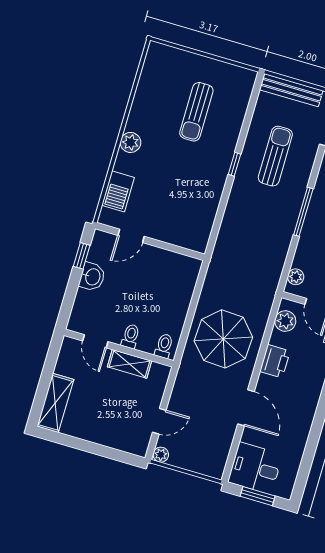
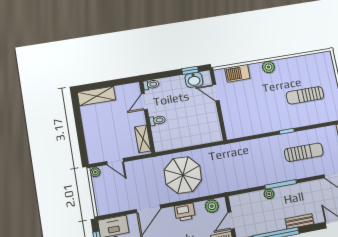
washbasin: (92, 277) -> (194, 80), moved
plant: (296, 277) -> (269, 194), moved
toilet: (164, 346) -> (151, 84), moved
shelving: (129, 364) -> (143, 139), moved

